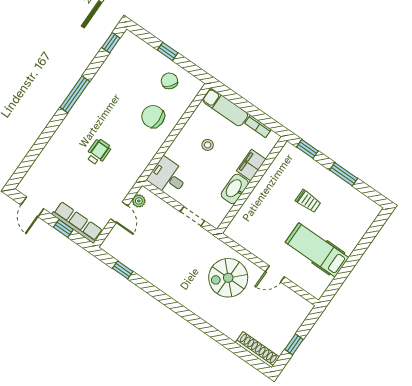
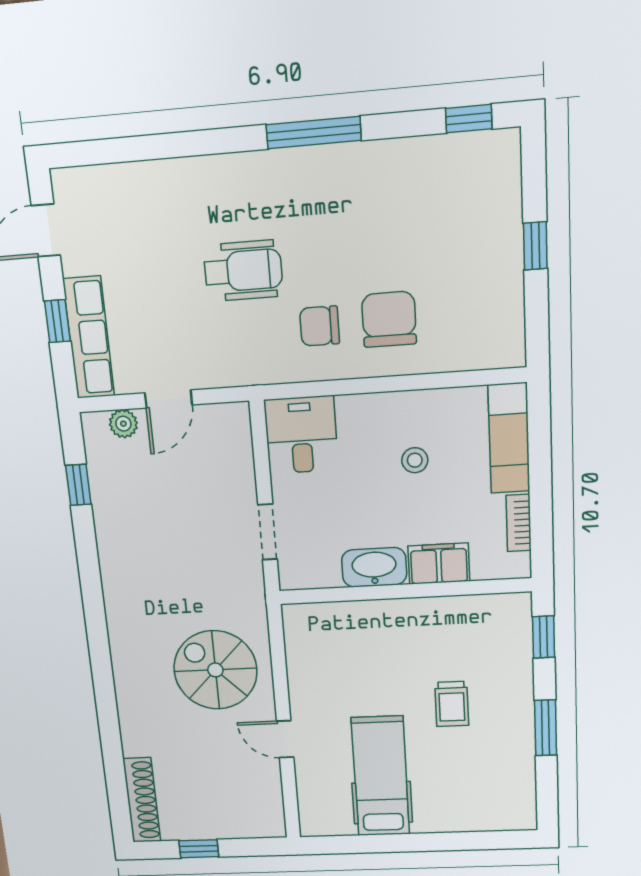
chair: (169, 81) -> (320, 326), moved, turned -129
wheelchair: (98, 152) -> (243, 271), width x1.36, depth x1.37
plant: (139, 201) -> (123, 424), moved

